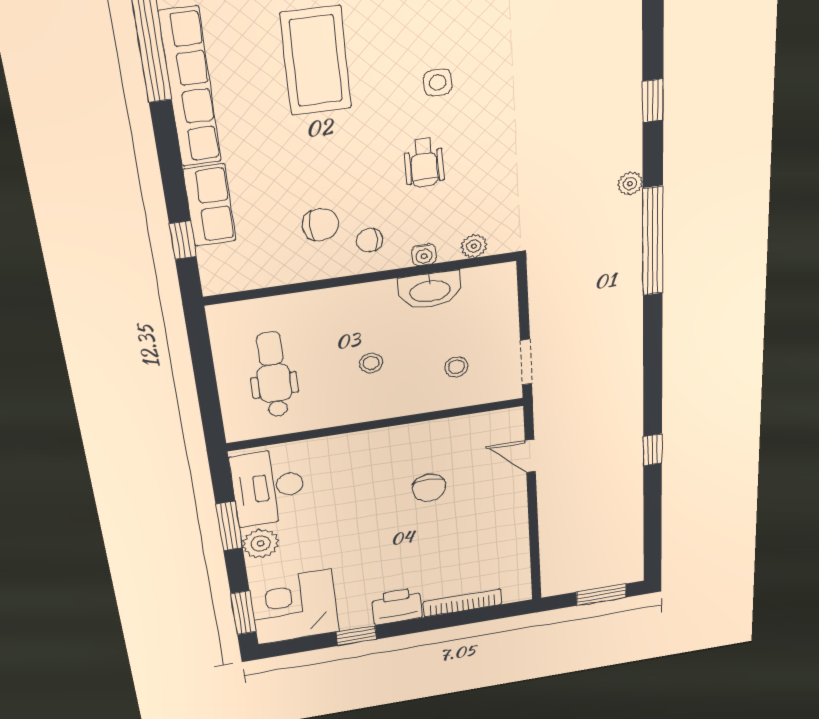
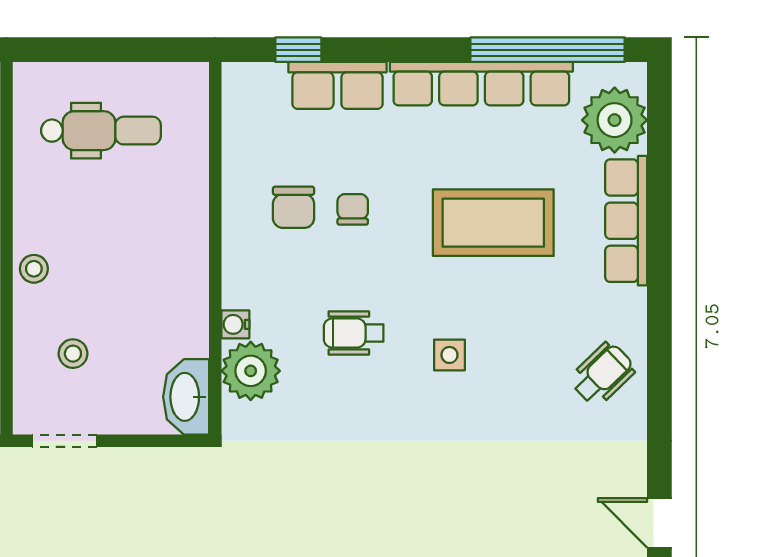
chair: (369, 240) -> (353, 209), moved
plant: (474, 246) -> (251, 371), width x1.88, depth x1.88
washbasin: (430, 290) -> (186, 397), moved
stool: (371, 363) -> (34, 269), moved

